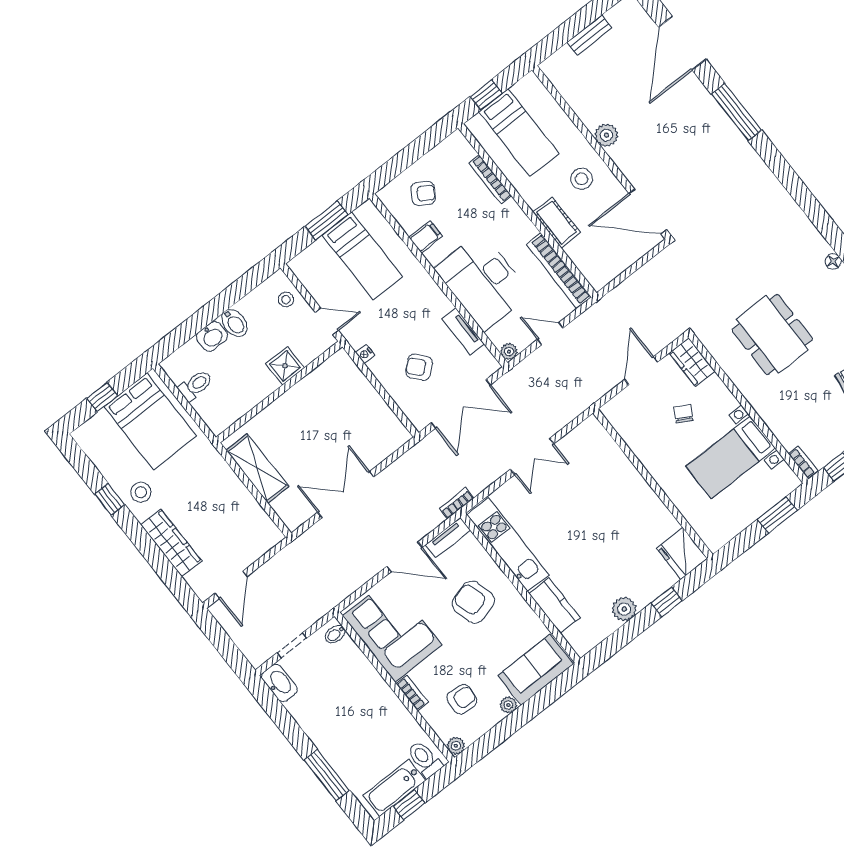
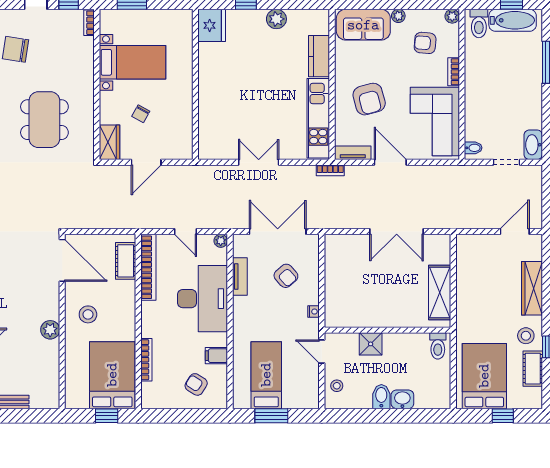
bed: (519, 133) -> (112, 375), width x1.50
cot: (557, 222) -> (126, 261), moved
toilet: (195, 385) -> (438, 346), moved, turned -90
cot: (109, 466) -> (533, 369), added

